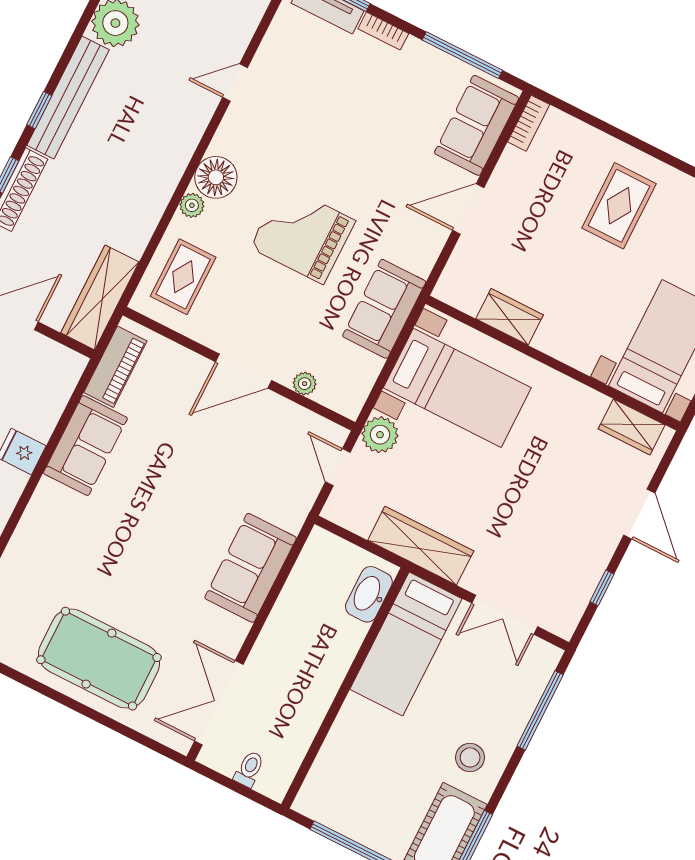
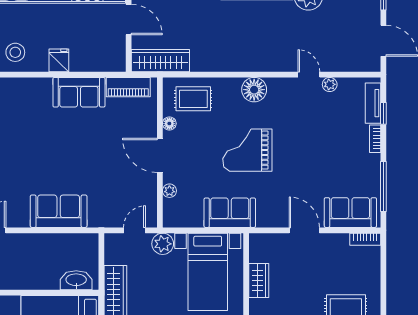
plant: (192, 205) -> (330, 84), moved
grand piano: (303, 234) -> (247, 150), turned -90
floor lamp: (202, 332) -> (169, 123), added

